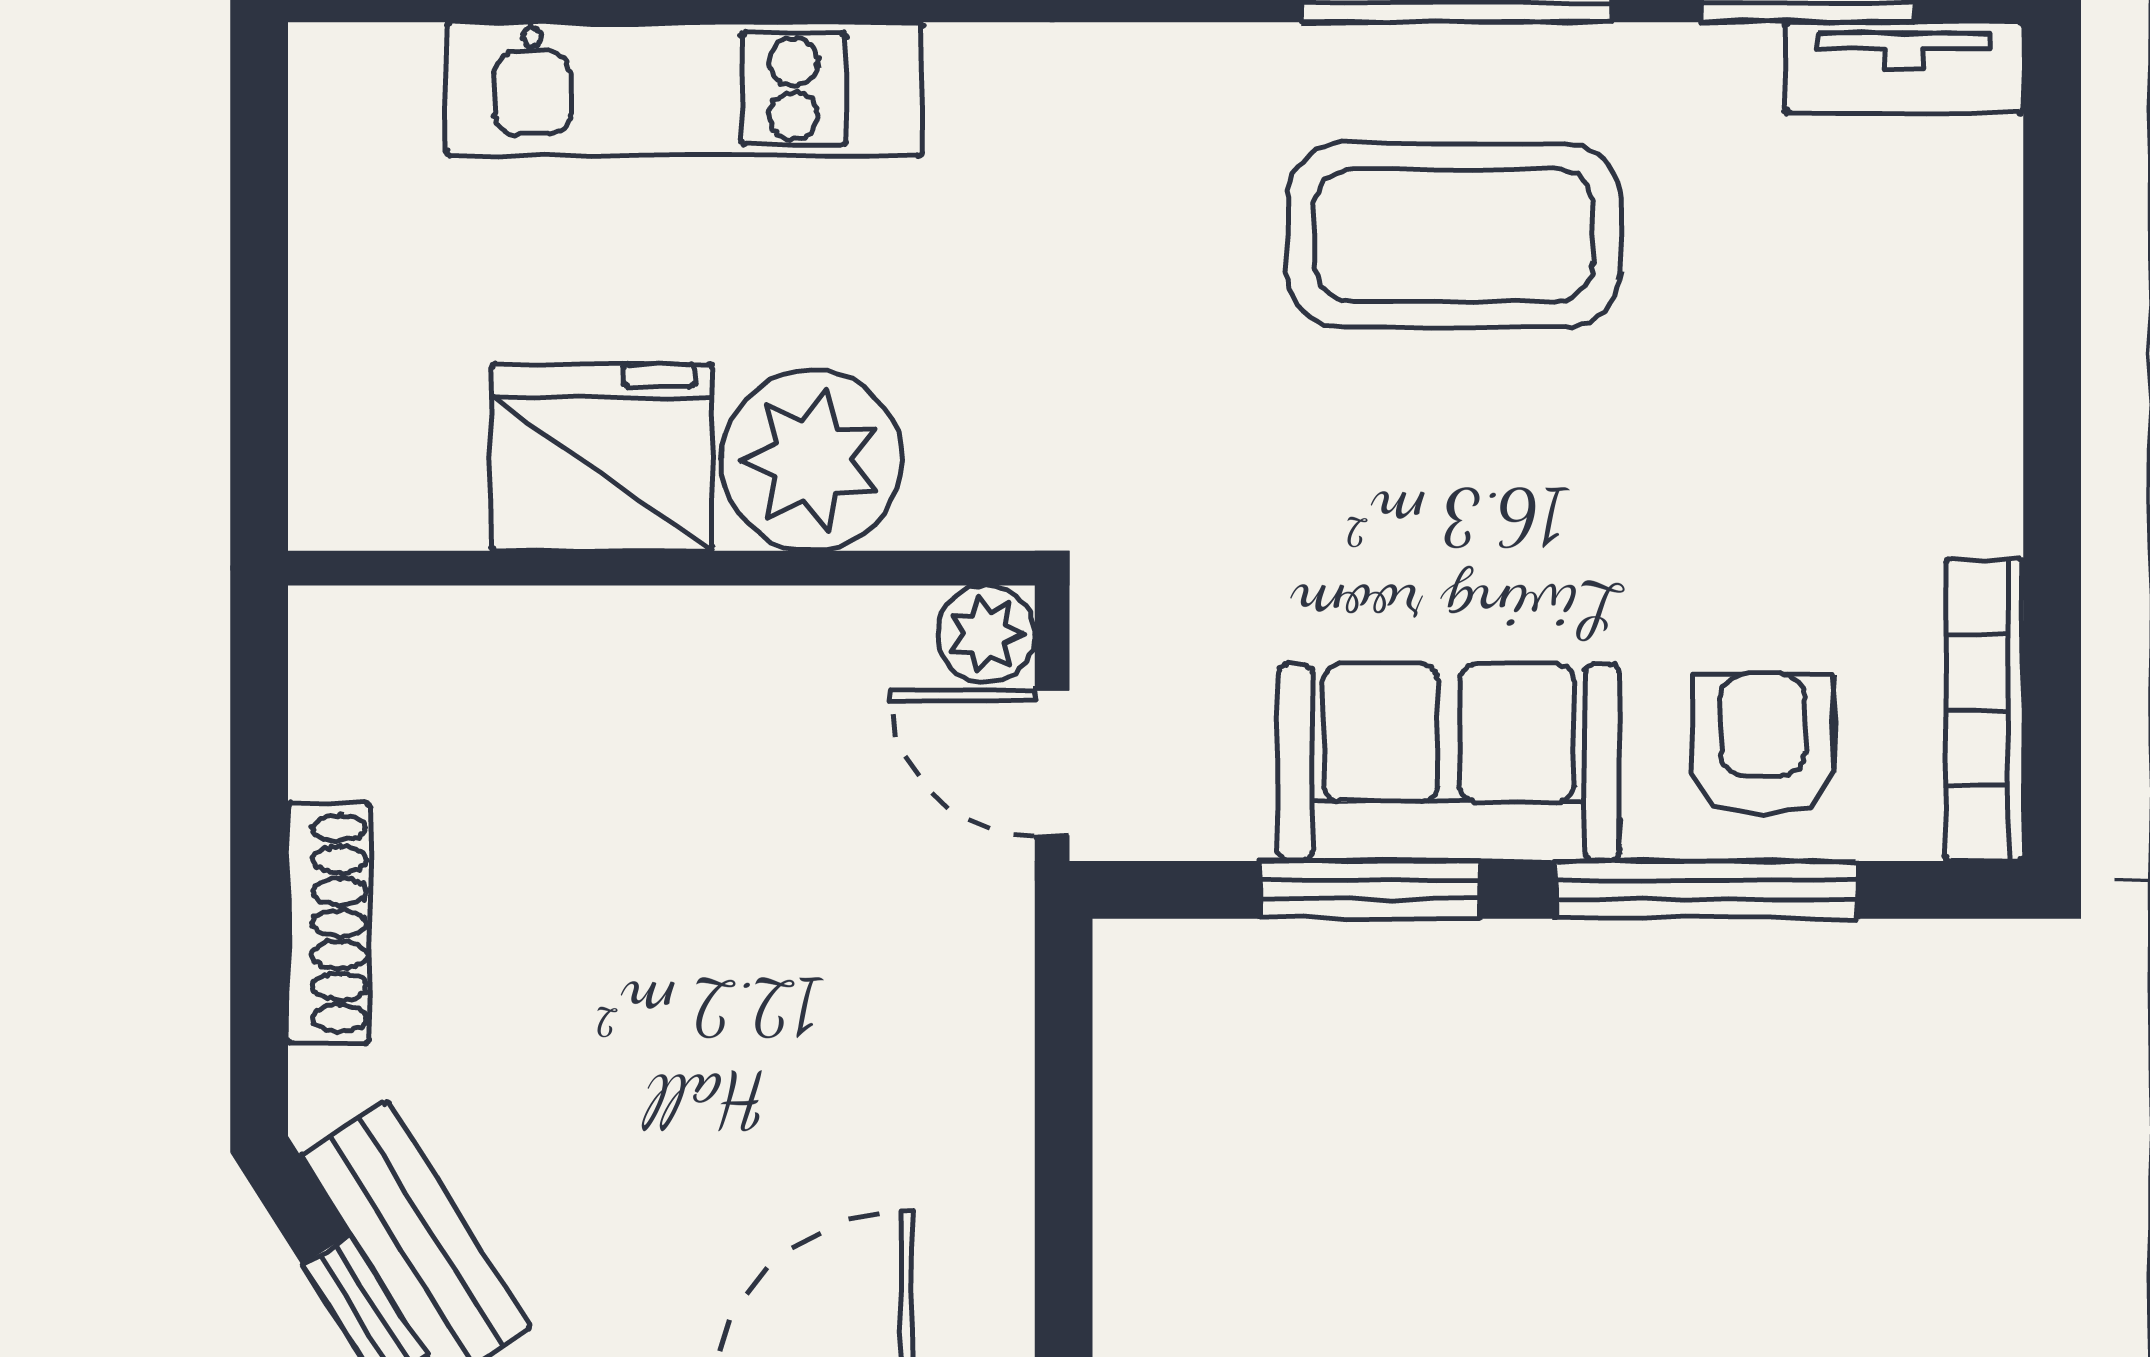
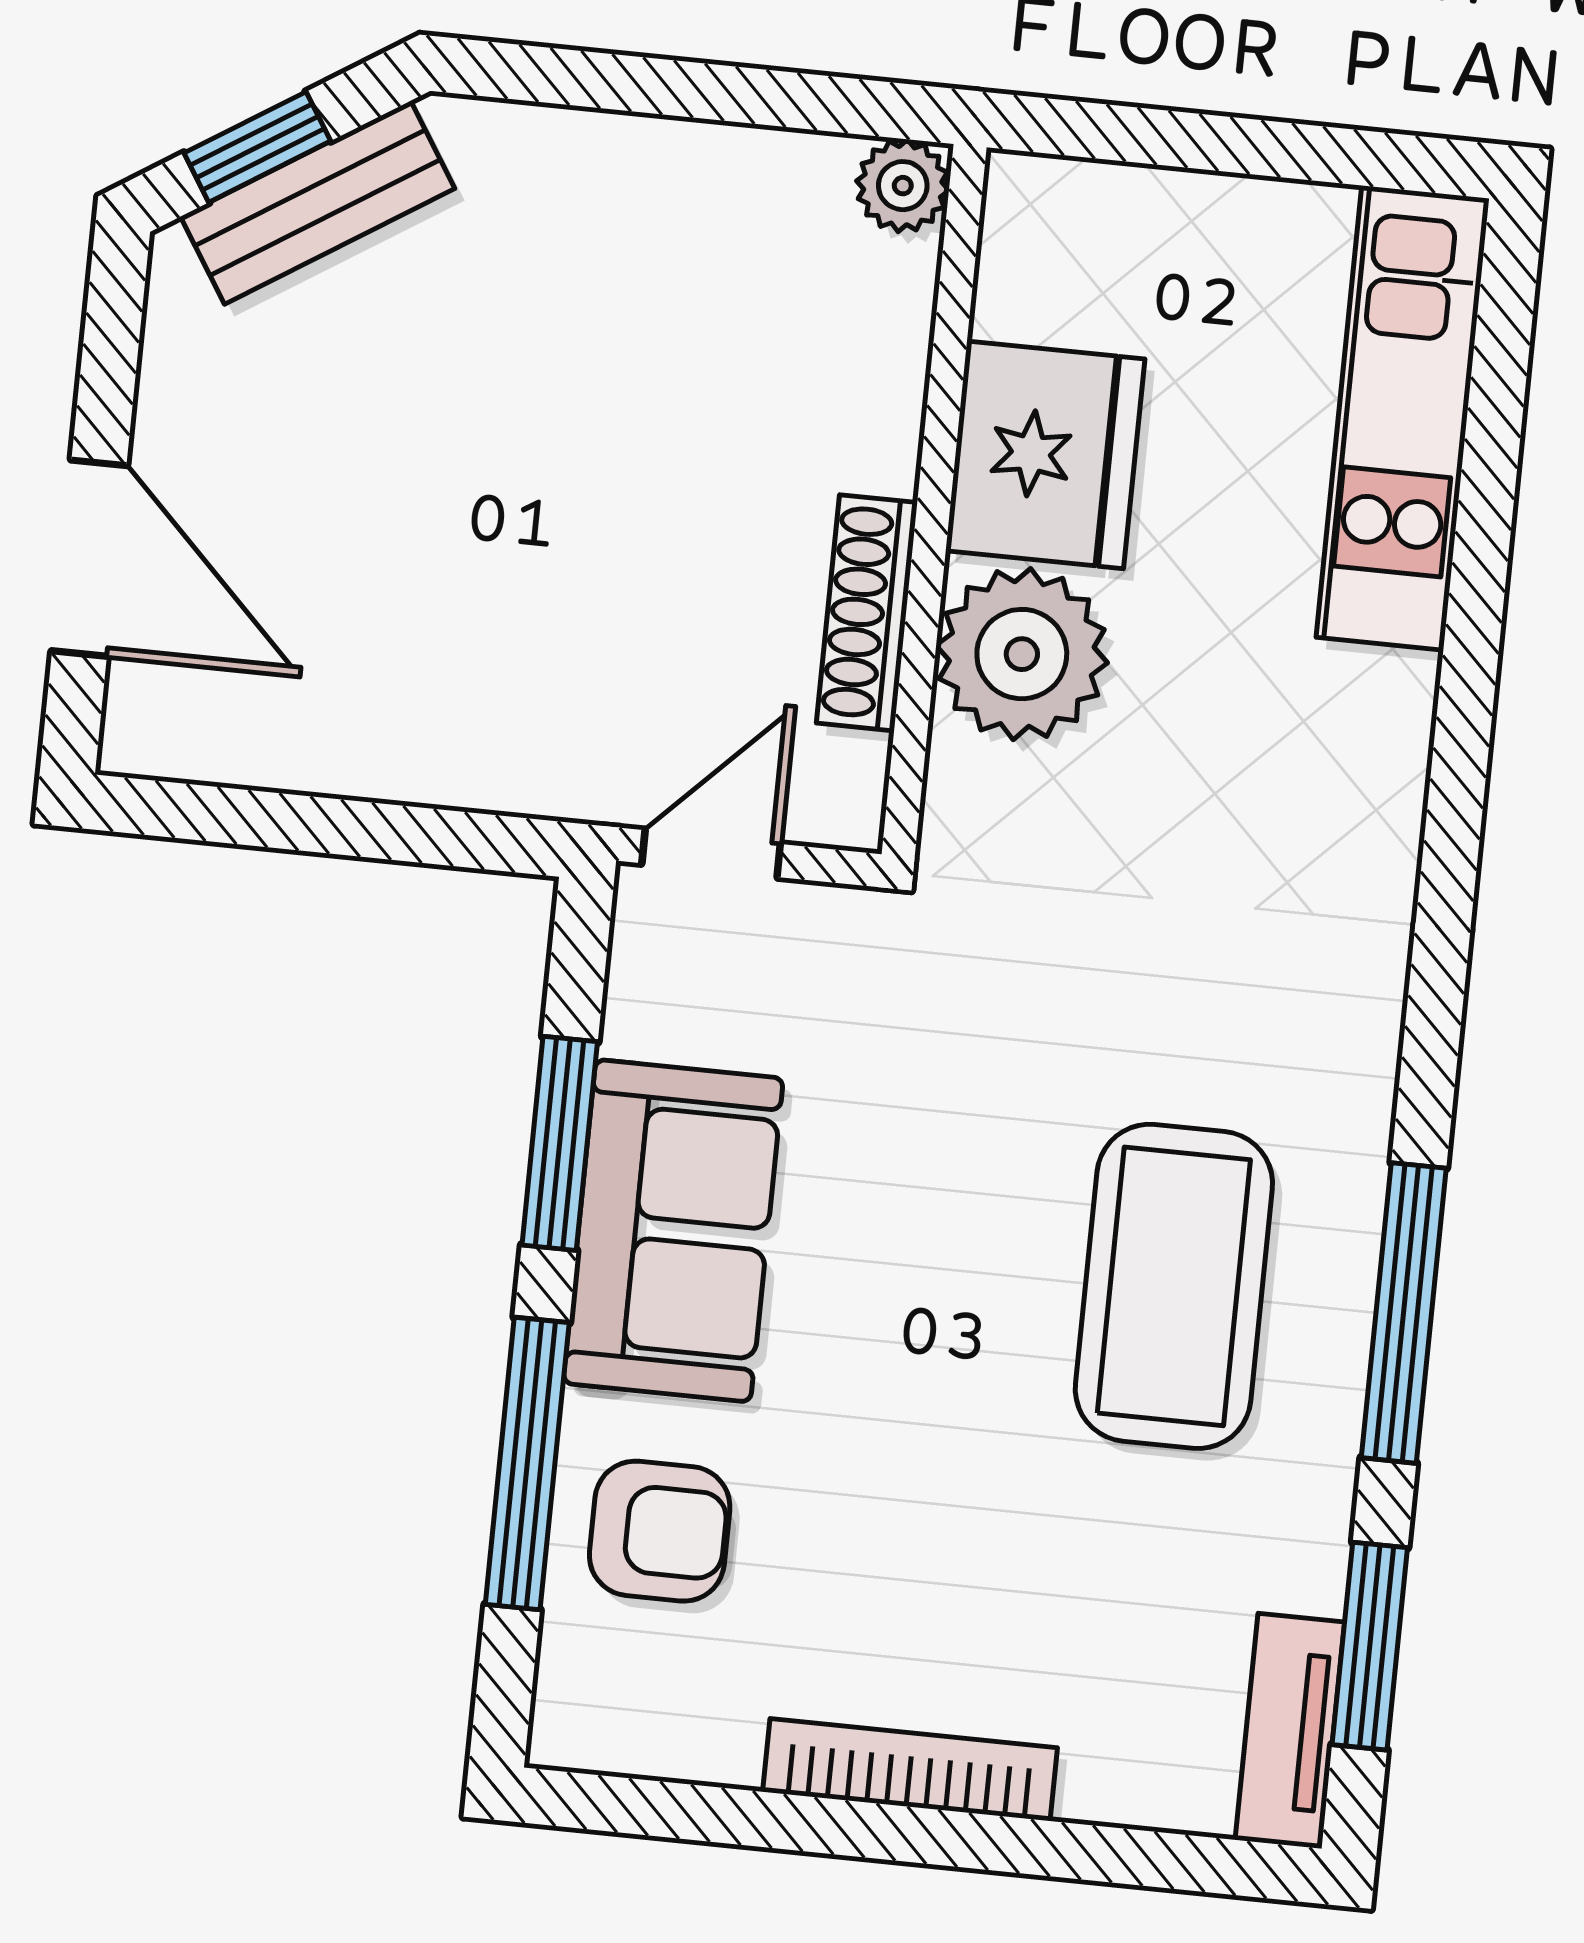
kitchen unit: (684, 89) -> (1403, 418), moved
plant: (986, 634) -> (903, 186), moved
bookcase: (1985, 710) -> (910, 1770), moved
shoe rack: (329, 923) -> (867, 613), moved, turned 90

